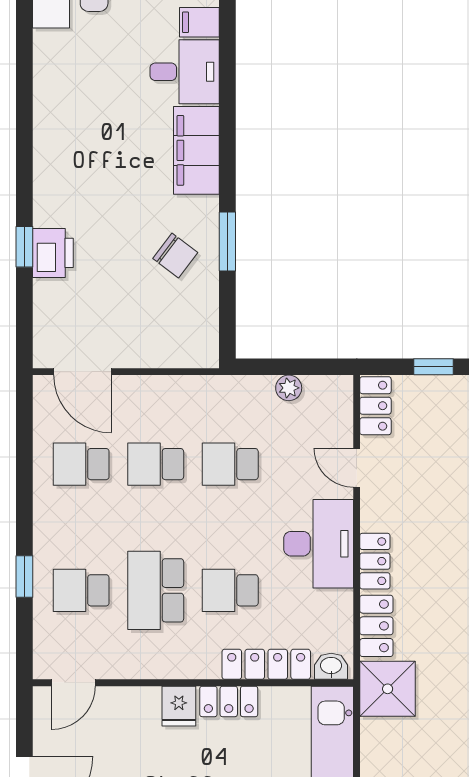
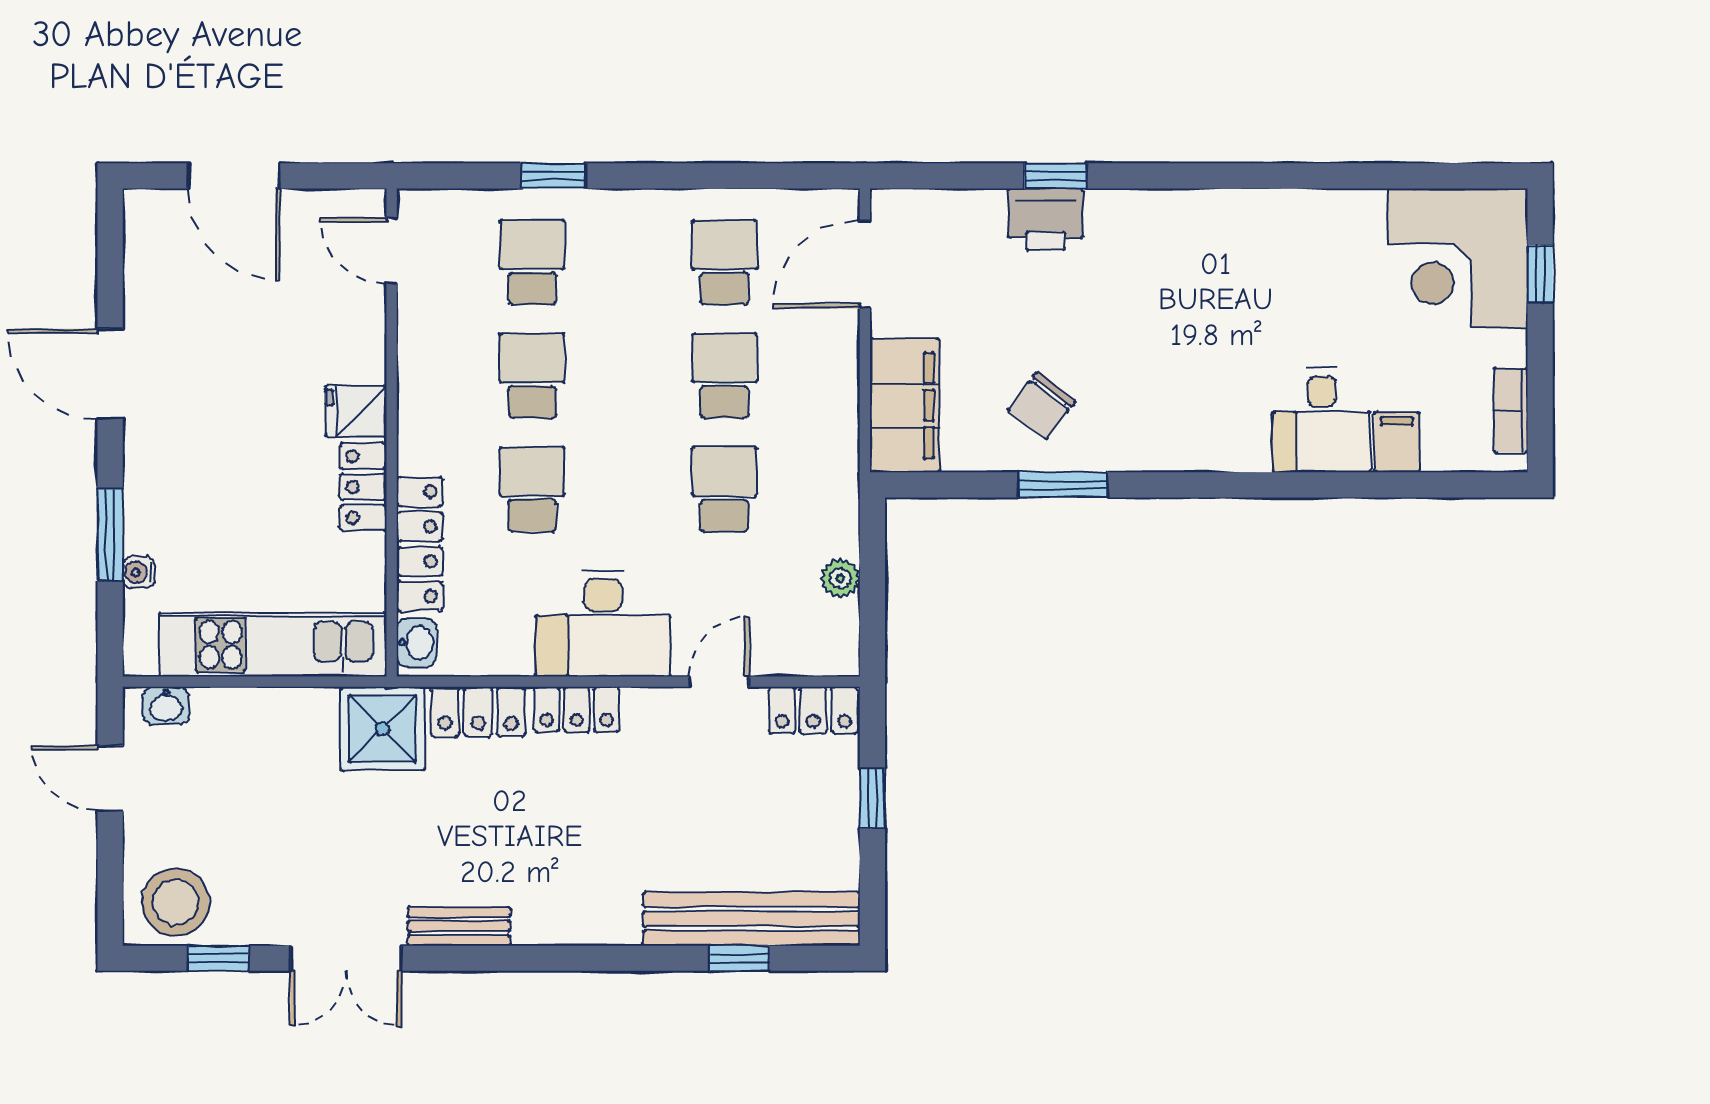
filing cabinet: (196, 150) -> (905, 405), moved, turned 90
school desk: (156, 590) -> (532, 376), width x0.54

